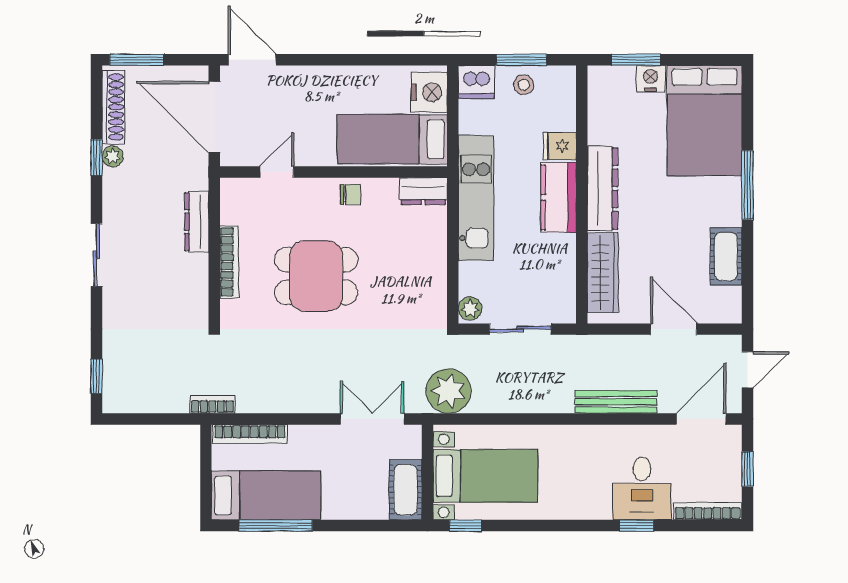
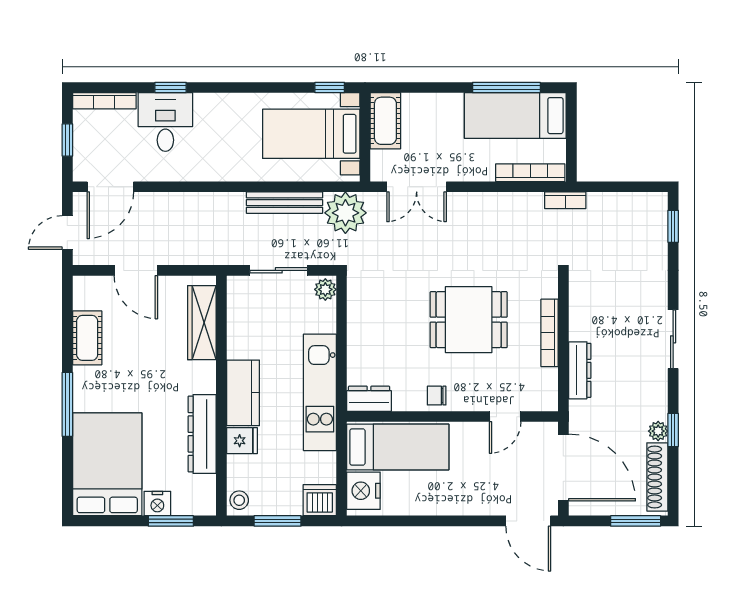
stool: (524, 85) -> (239, 500), moved
dresser: (603, 188) -> (202, 434), moved
bench: (616, 402) -> (285, 203), moved

